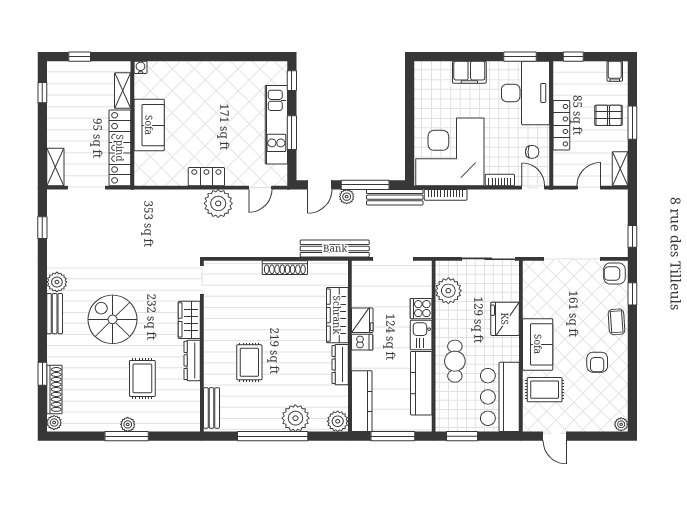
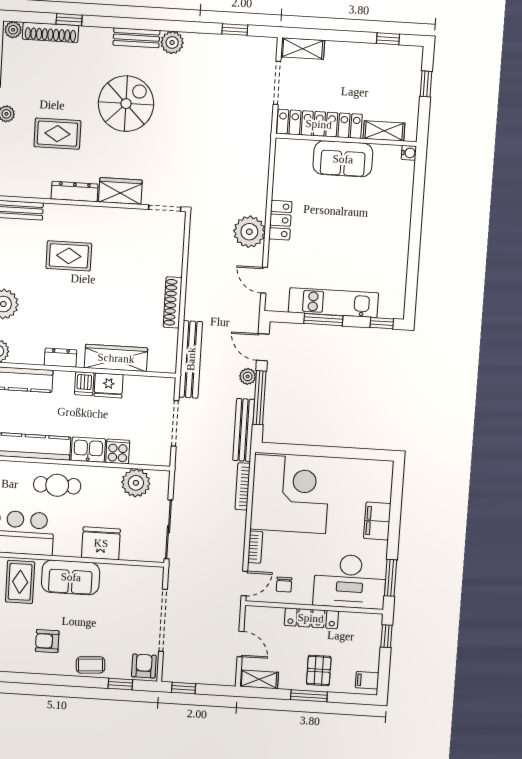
dresser: (340, 365) -> (61, 358), width x0.70

